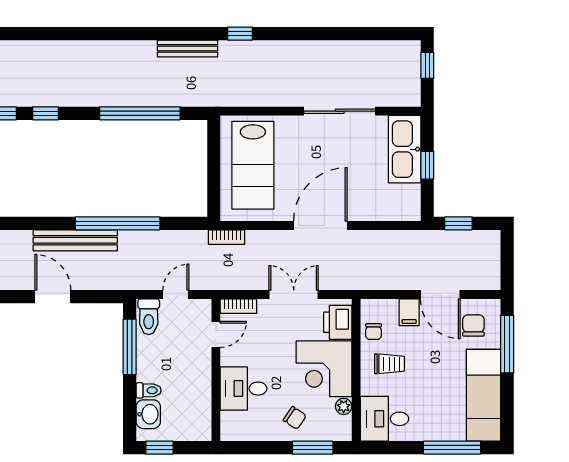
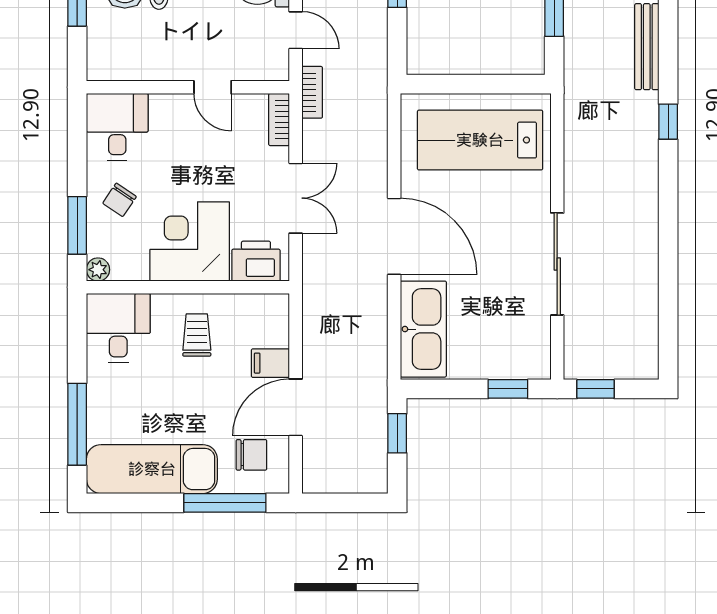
window: (427, 65) -> (596, 389), moved
kitchen sink: (405, 149) -> (423, 329), moved, turned 90
window: (427, 165) -> (508, 389), moved
bookcase: (227, 237) -> (312, 92), moved, turned 180
chair: (374, 332) -> (243, 312), removed
door: (216, 334) -> (213, 87), moved
trolley: (389, 364) -> (197, 335), turned 180
desk: (244, 389) -> (117, 127), moved
plant: (344, 406) -> (98, 270), moved

